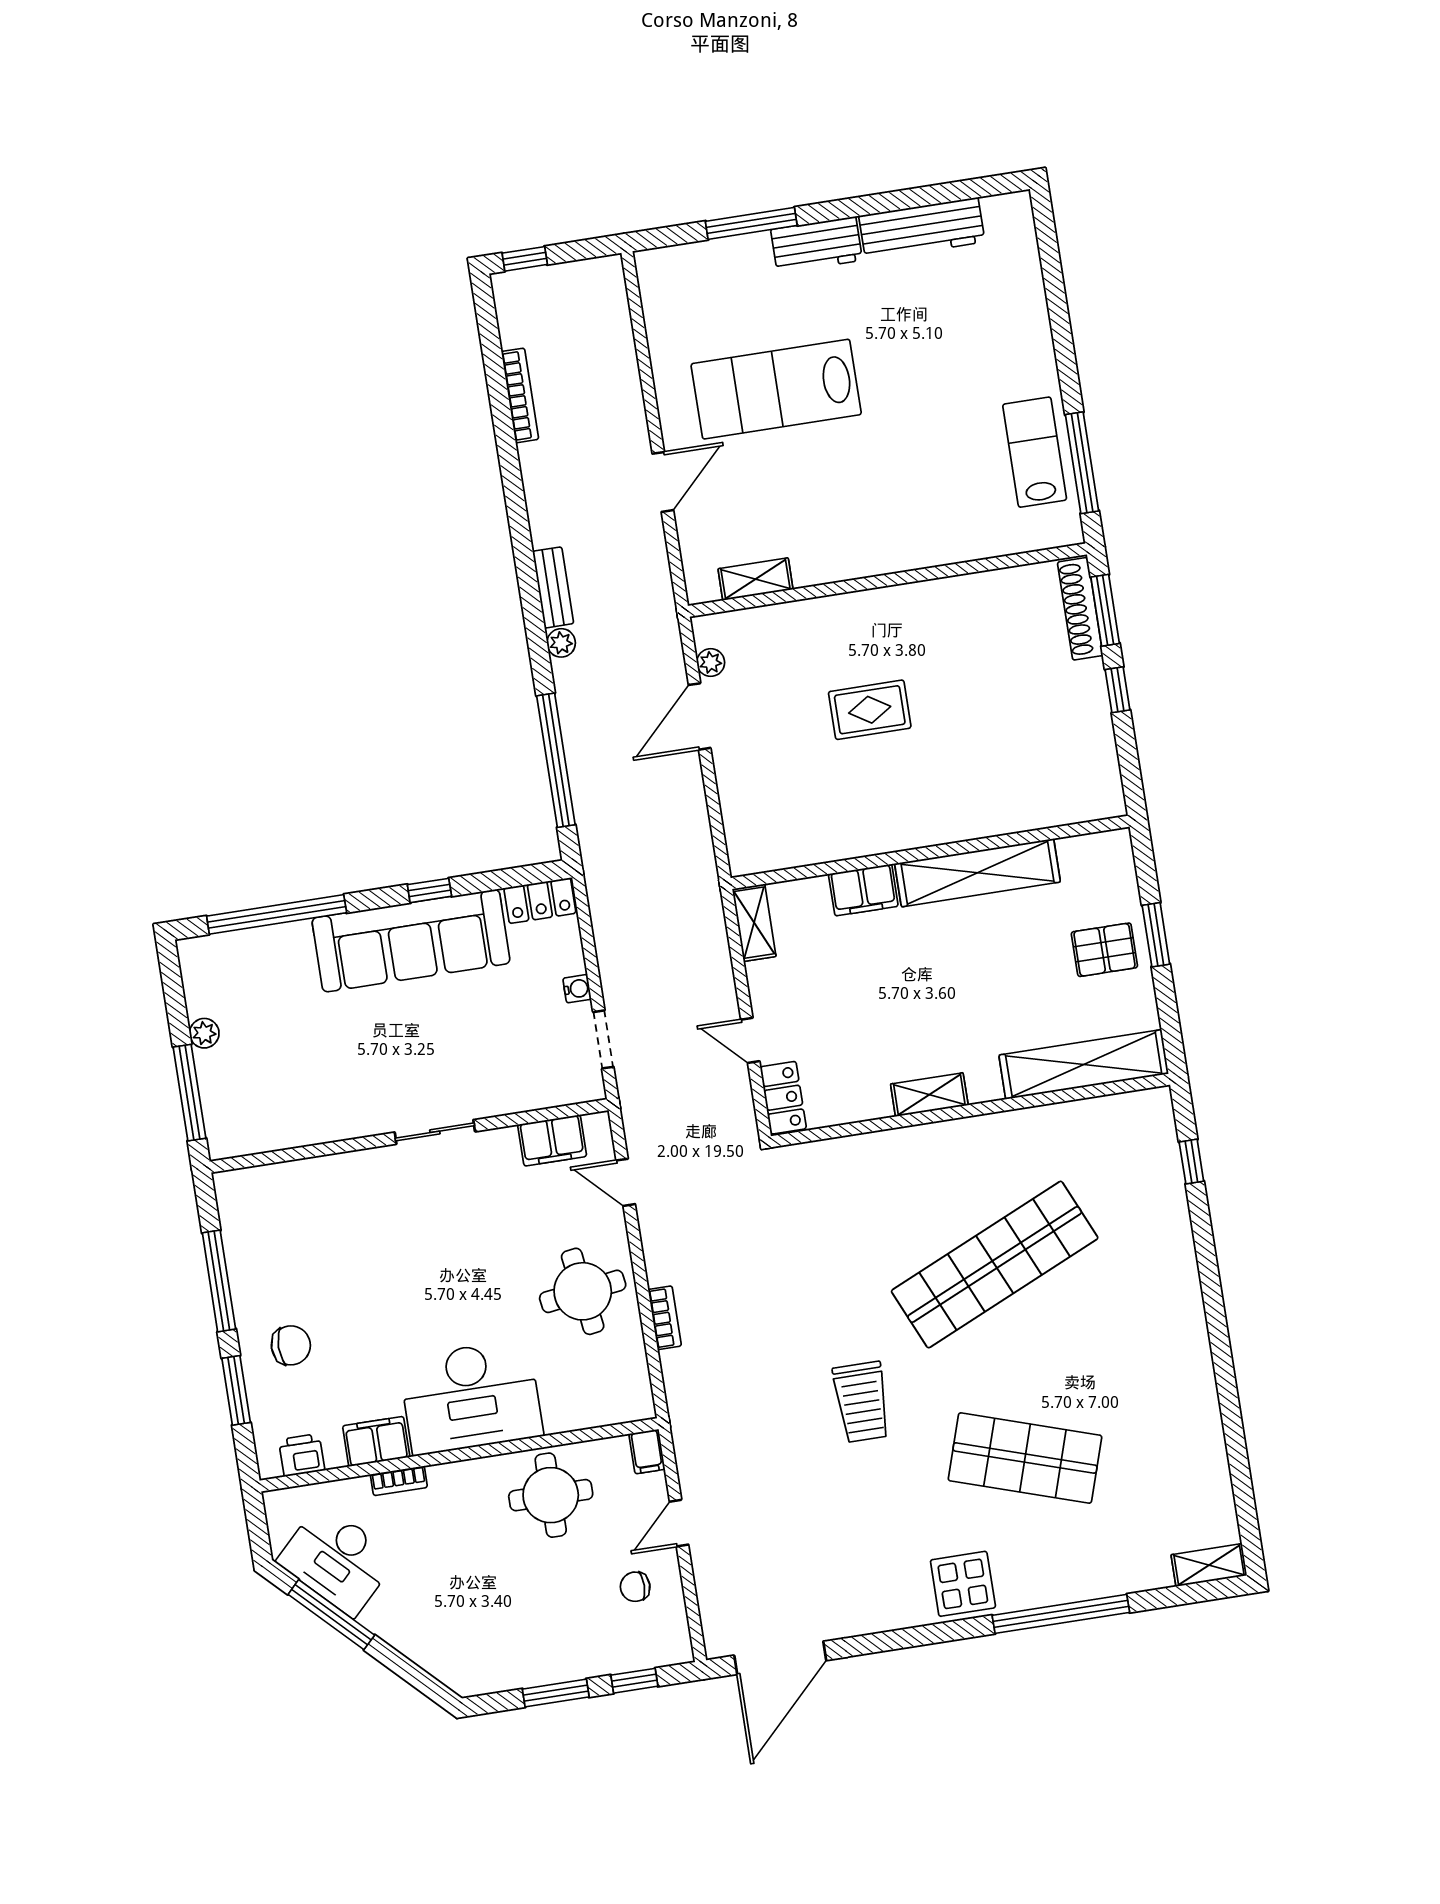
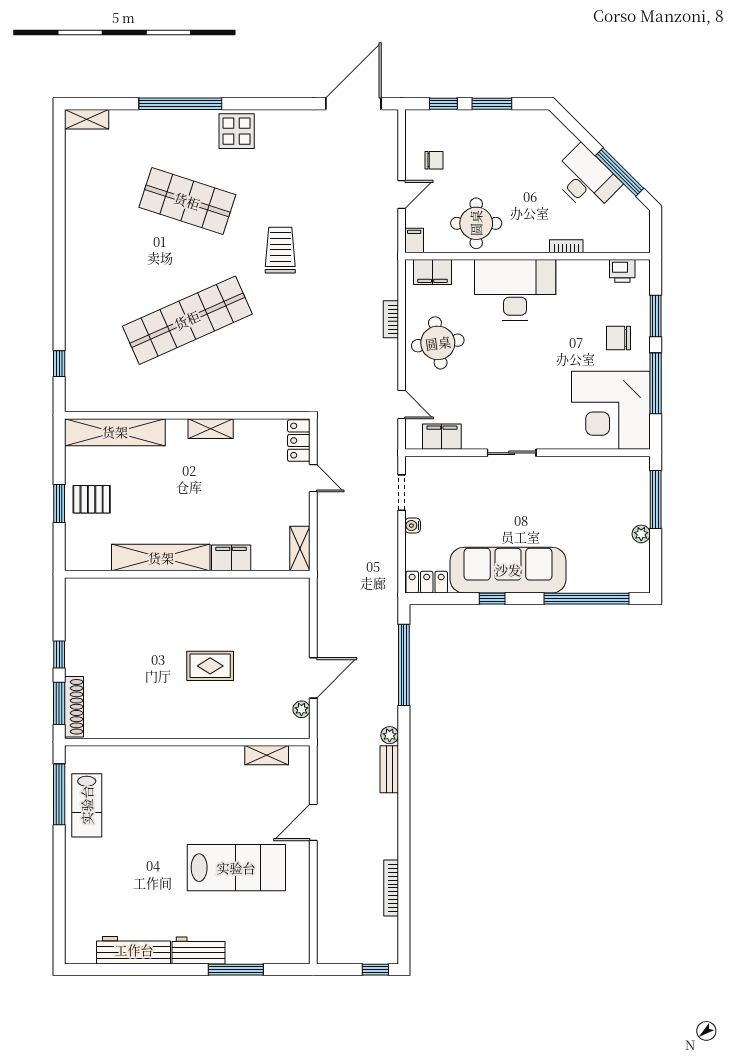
corner desk: (285, 1226) -> (611, 410), added
filing cabinet: (376, 1441) -> (433, 272), moved
desk: (337, 1560) -> (586, 179), moved

